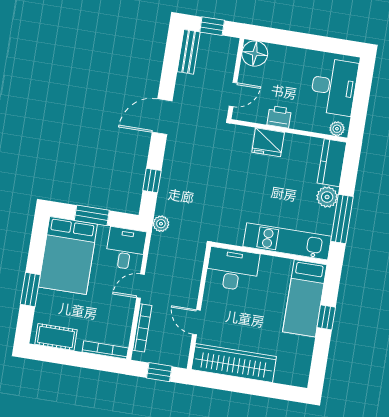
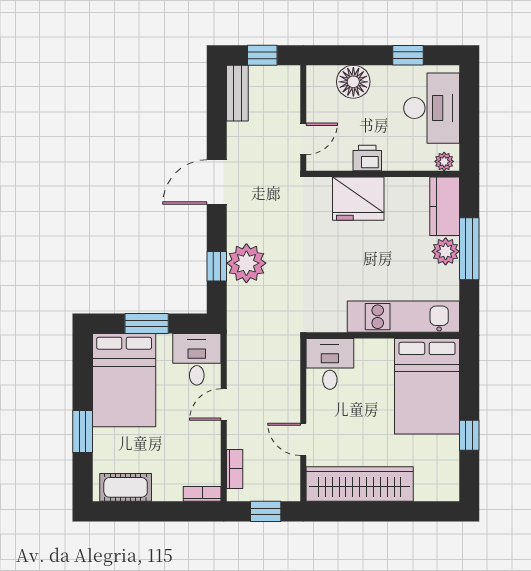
window: (322, 44) -> (408, 55), added
floor lamp: (255, 54) -> (353, 82), moved
fridge: (268, 142) -> (358, 199), width x1.36, depth x1.34
window: (342, 219) -> (469, 249), moved
plant: (161, 224) -> (246, 263), moved, width x1.88, depth x1.88
desk: (232, 269) -> (330, 364), width x0.73
bed: (305, 298) -> (427, 386), width x1.50
window: (326, 317) -> (469, 435), moved
bookcase: (142, 328) -> (235, 469), width x0.64
bookcase: (105, 350) -> (202, 494), width x0.64

